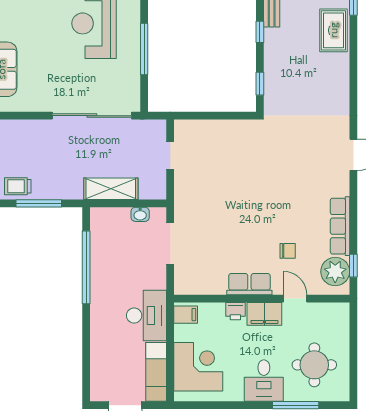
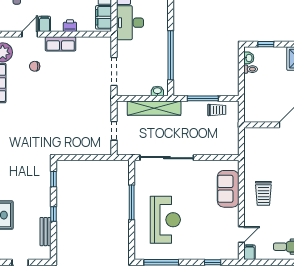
shelving: (111, 189) -> (154, 108), width x1.47
washbasin: (140, 214) -> (157, 91), moved
door: (295, 299) -> (30, 34), swing flipped
filing cabinet: (264, 314) -> (45, 24), width x0.50
filing cabinet: (186, 315) -> (104, 17), width x2.00

